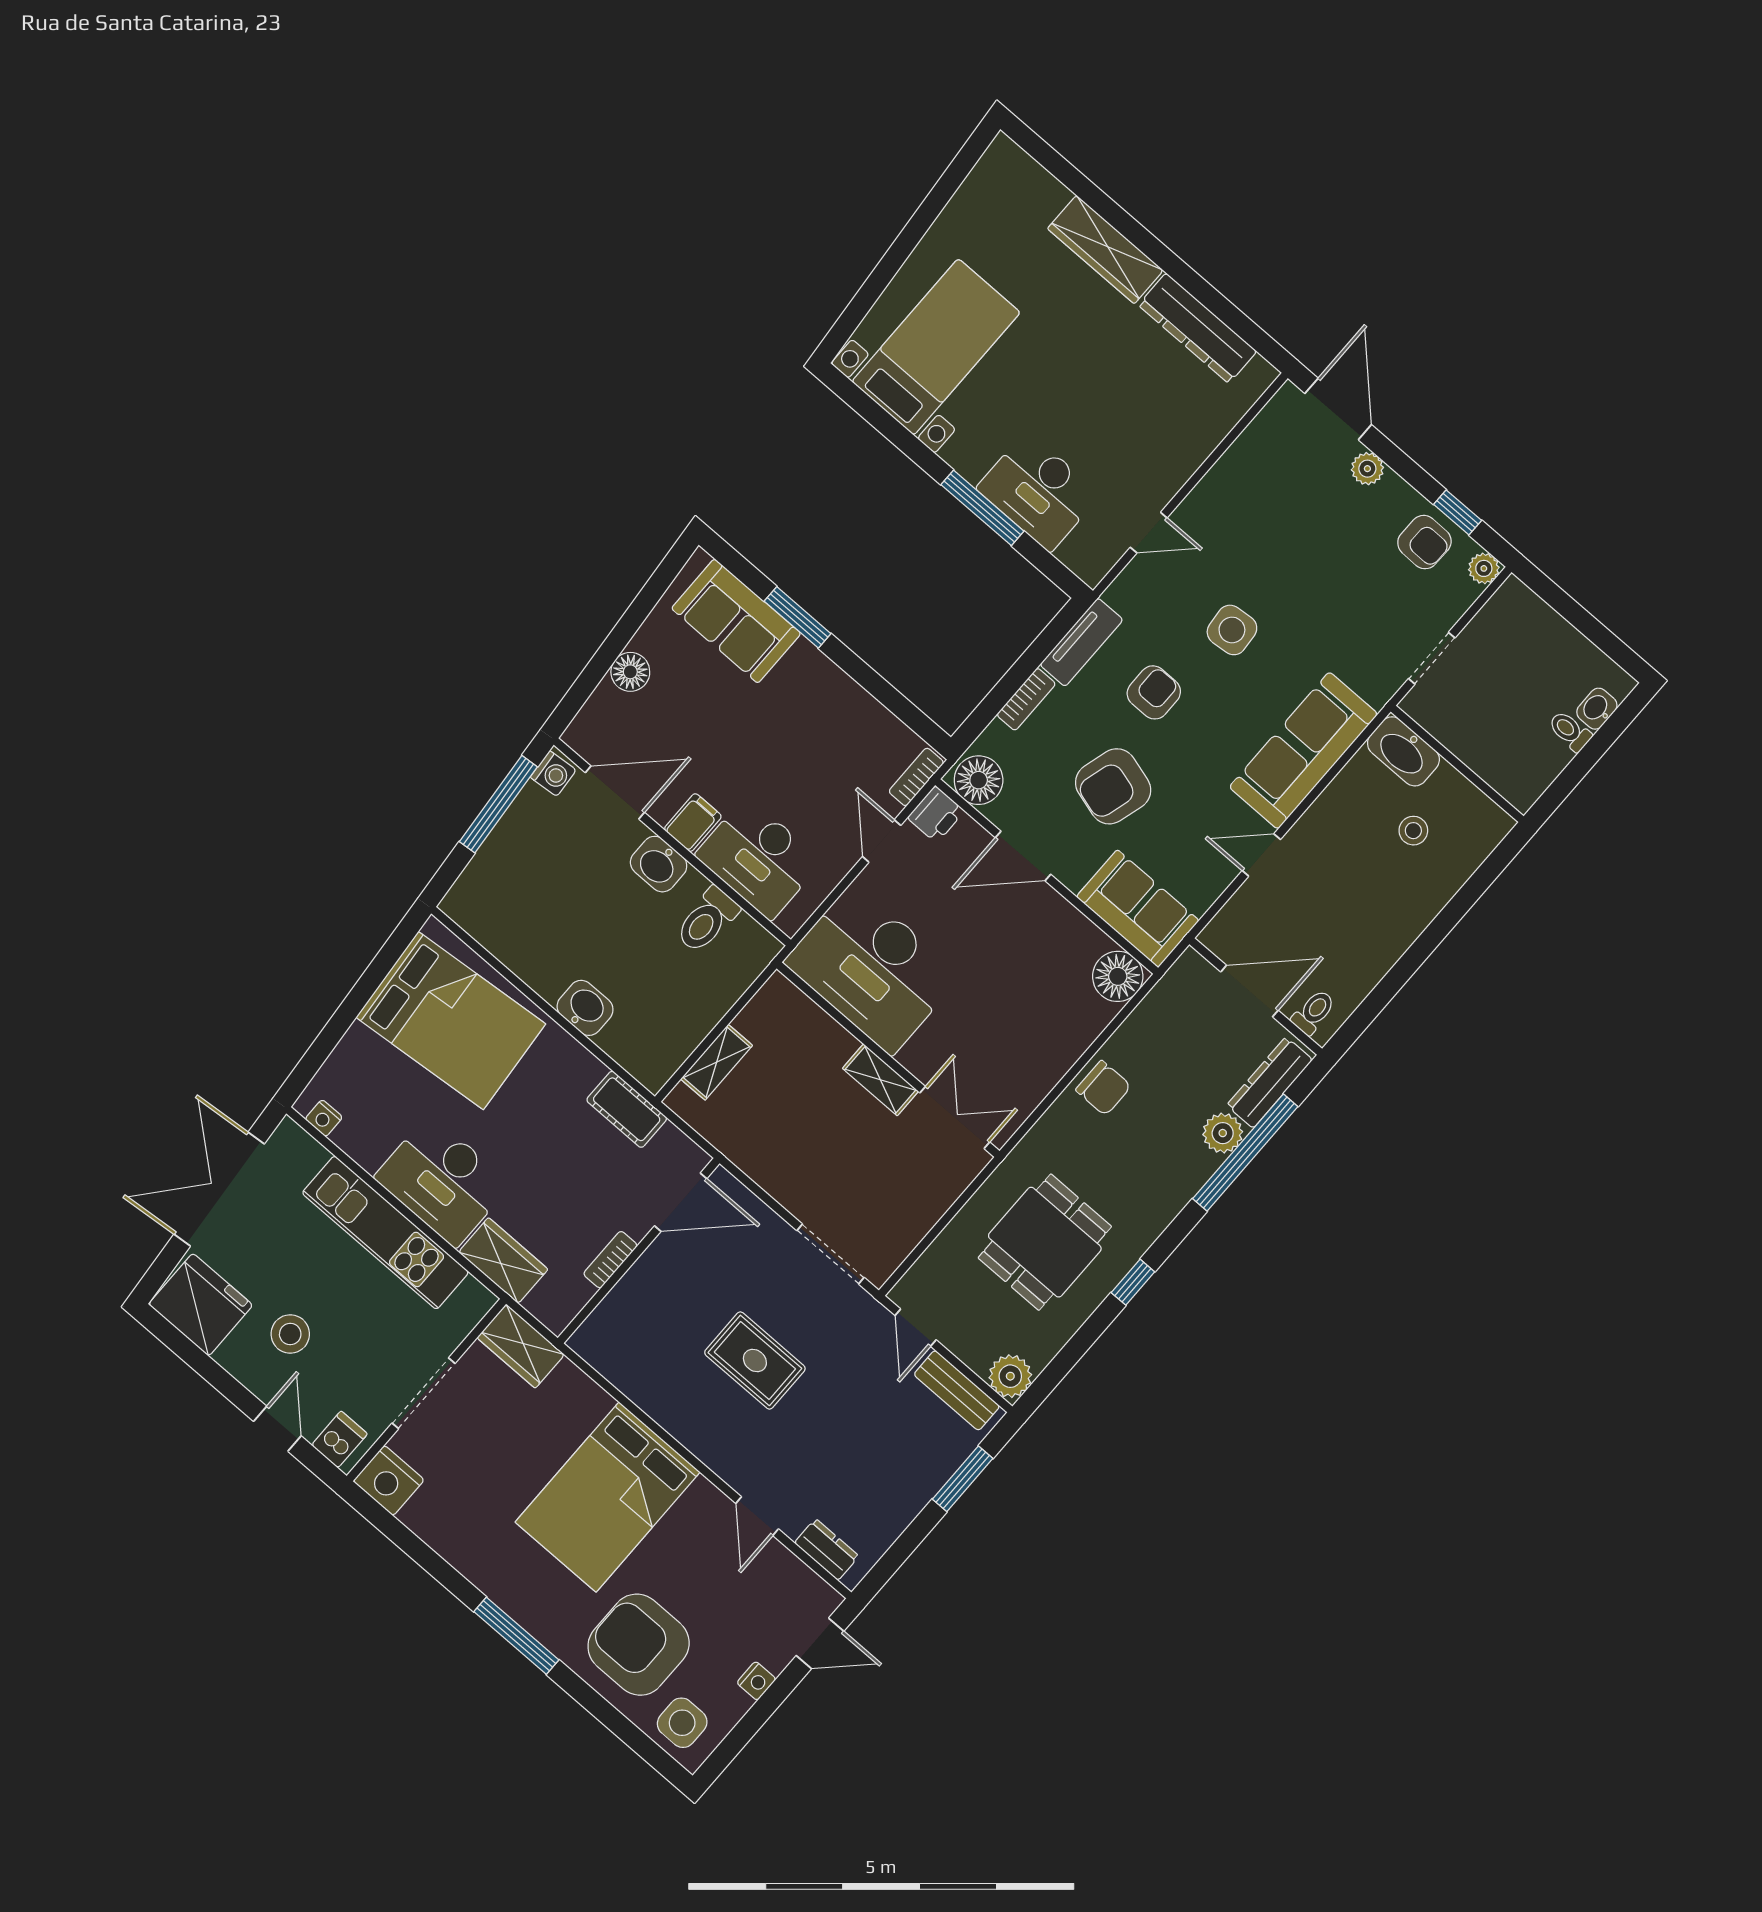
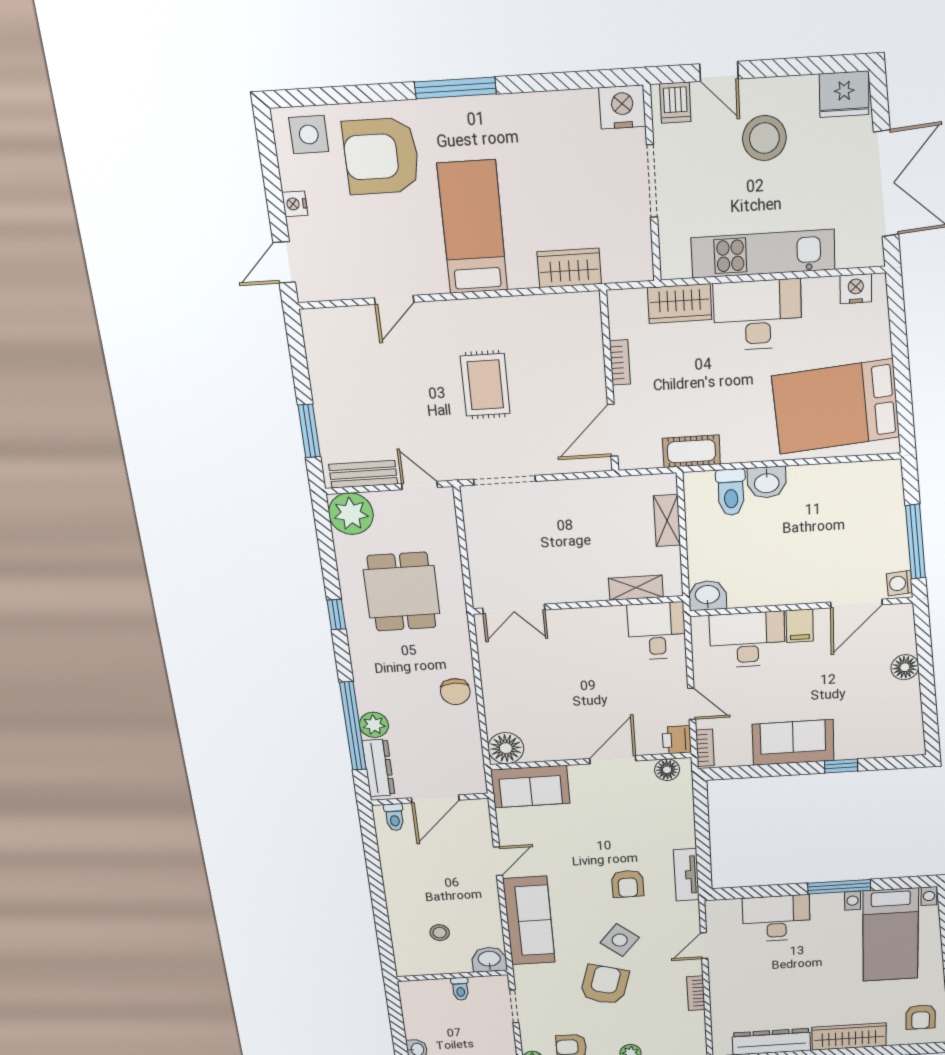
armchair: (1002, 199) -> (921, 1017), added
window: (982, 508) -> (839, 887), moved
window: (798, 617) -> (841, 766), width x0.67
sofa: (736, 621) -> (793, 742), moved
side table: (1232, 630) -> (620, 940), turned 45
bookcase: (1026, 699) -> (696, 993), moved
toilet: (1570, 731) -> (460, 989), moved, turned 90
washbasin: (1403, 751) -> (489, 959), width x0.72
floor lamp: (979, 780) -> (667, 770), width x0.73, depth x0.73
armchair: (1113, 786) -> (605, 985), moved
washbasin: (659, 864) -> (707, 595), moved
toilet: (707, 920) -> (731, 492), moved, turned 180
desk: (872, 969) -> (657, 631), width x0.53, depth x0.77
shelving: (880, 1080) -> (636, 588), moved
chair: (1103, 1088) -> (455, 692), turned -90
nightstand: (324, 1118) -> (856, 289), width x1.39, depth x1.35
fridge: (201, 1305) -> (844, 94), width x0.73, depth x0.75
stool: (290, 1334) -> (764, 138), width x1.38, depth x1.38
wardrobe: (521, 1346) -> (569, 268), moved
rug: (755, 1360) -> (485, 385), turned 90
plant: (1010, 1376) -> (351, 514), width x1.36, depth x1.36
bed: (608, 1497) -> (473, 227), width x0.67
door: (757, 1516) -> (394, 300), swing flipped
dresser: (827, 1549) -> (338, 320), removed
armchair: (639, 1645) -> (381, 156), turned 180

